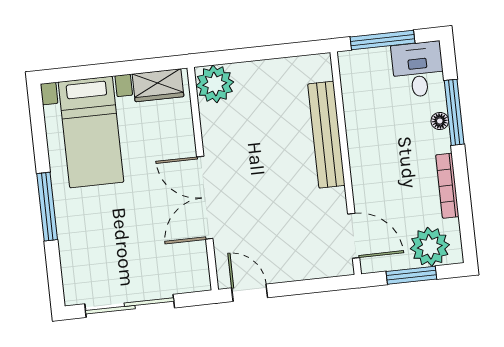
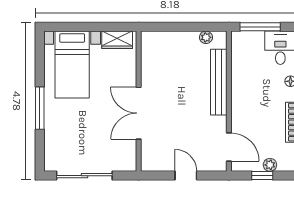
plant: (215, 84) -> (206, 37), moved, width x0.53, depth x0.53
plant: (430, 247) -> (270, 165), width x0.53, depth x0.53
window: (411, 275) -> (262, 176), width x0.67
door: (250, 293) -> (186, 176), moved

